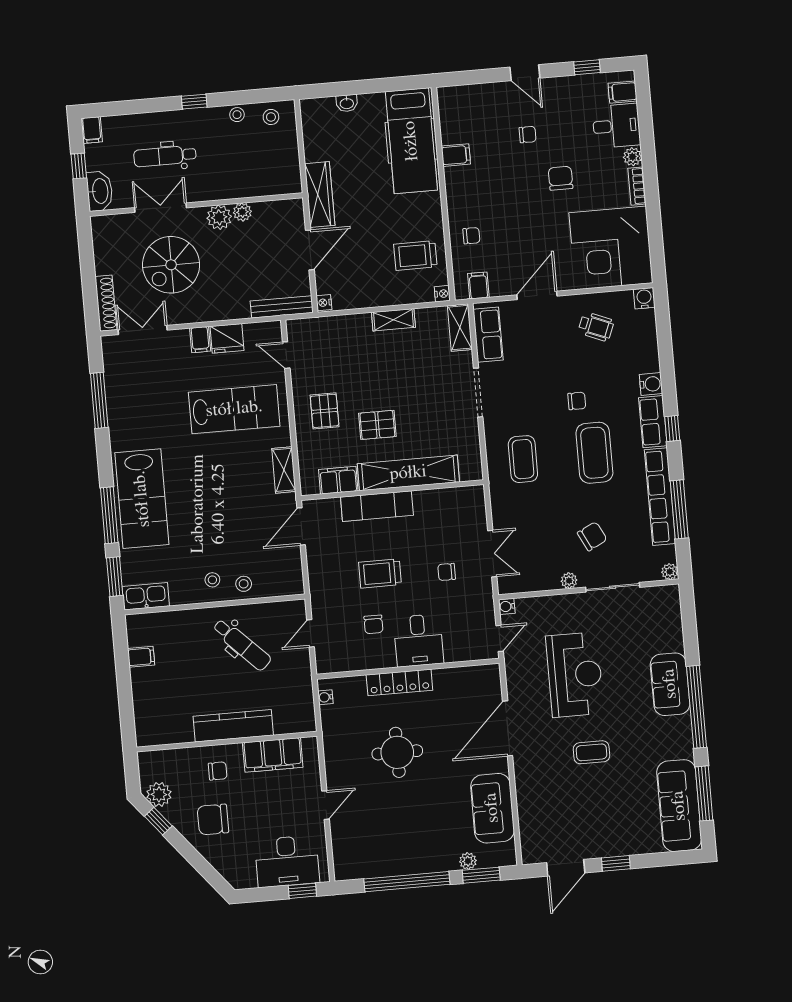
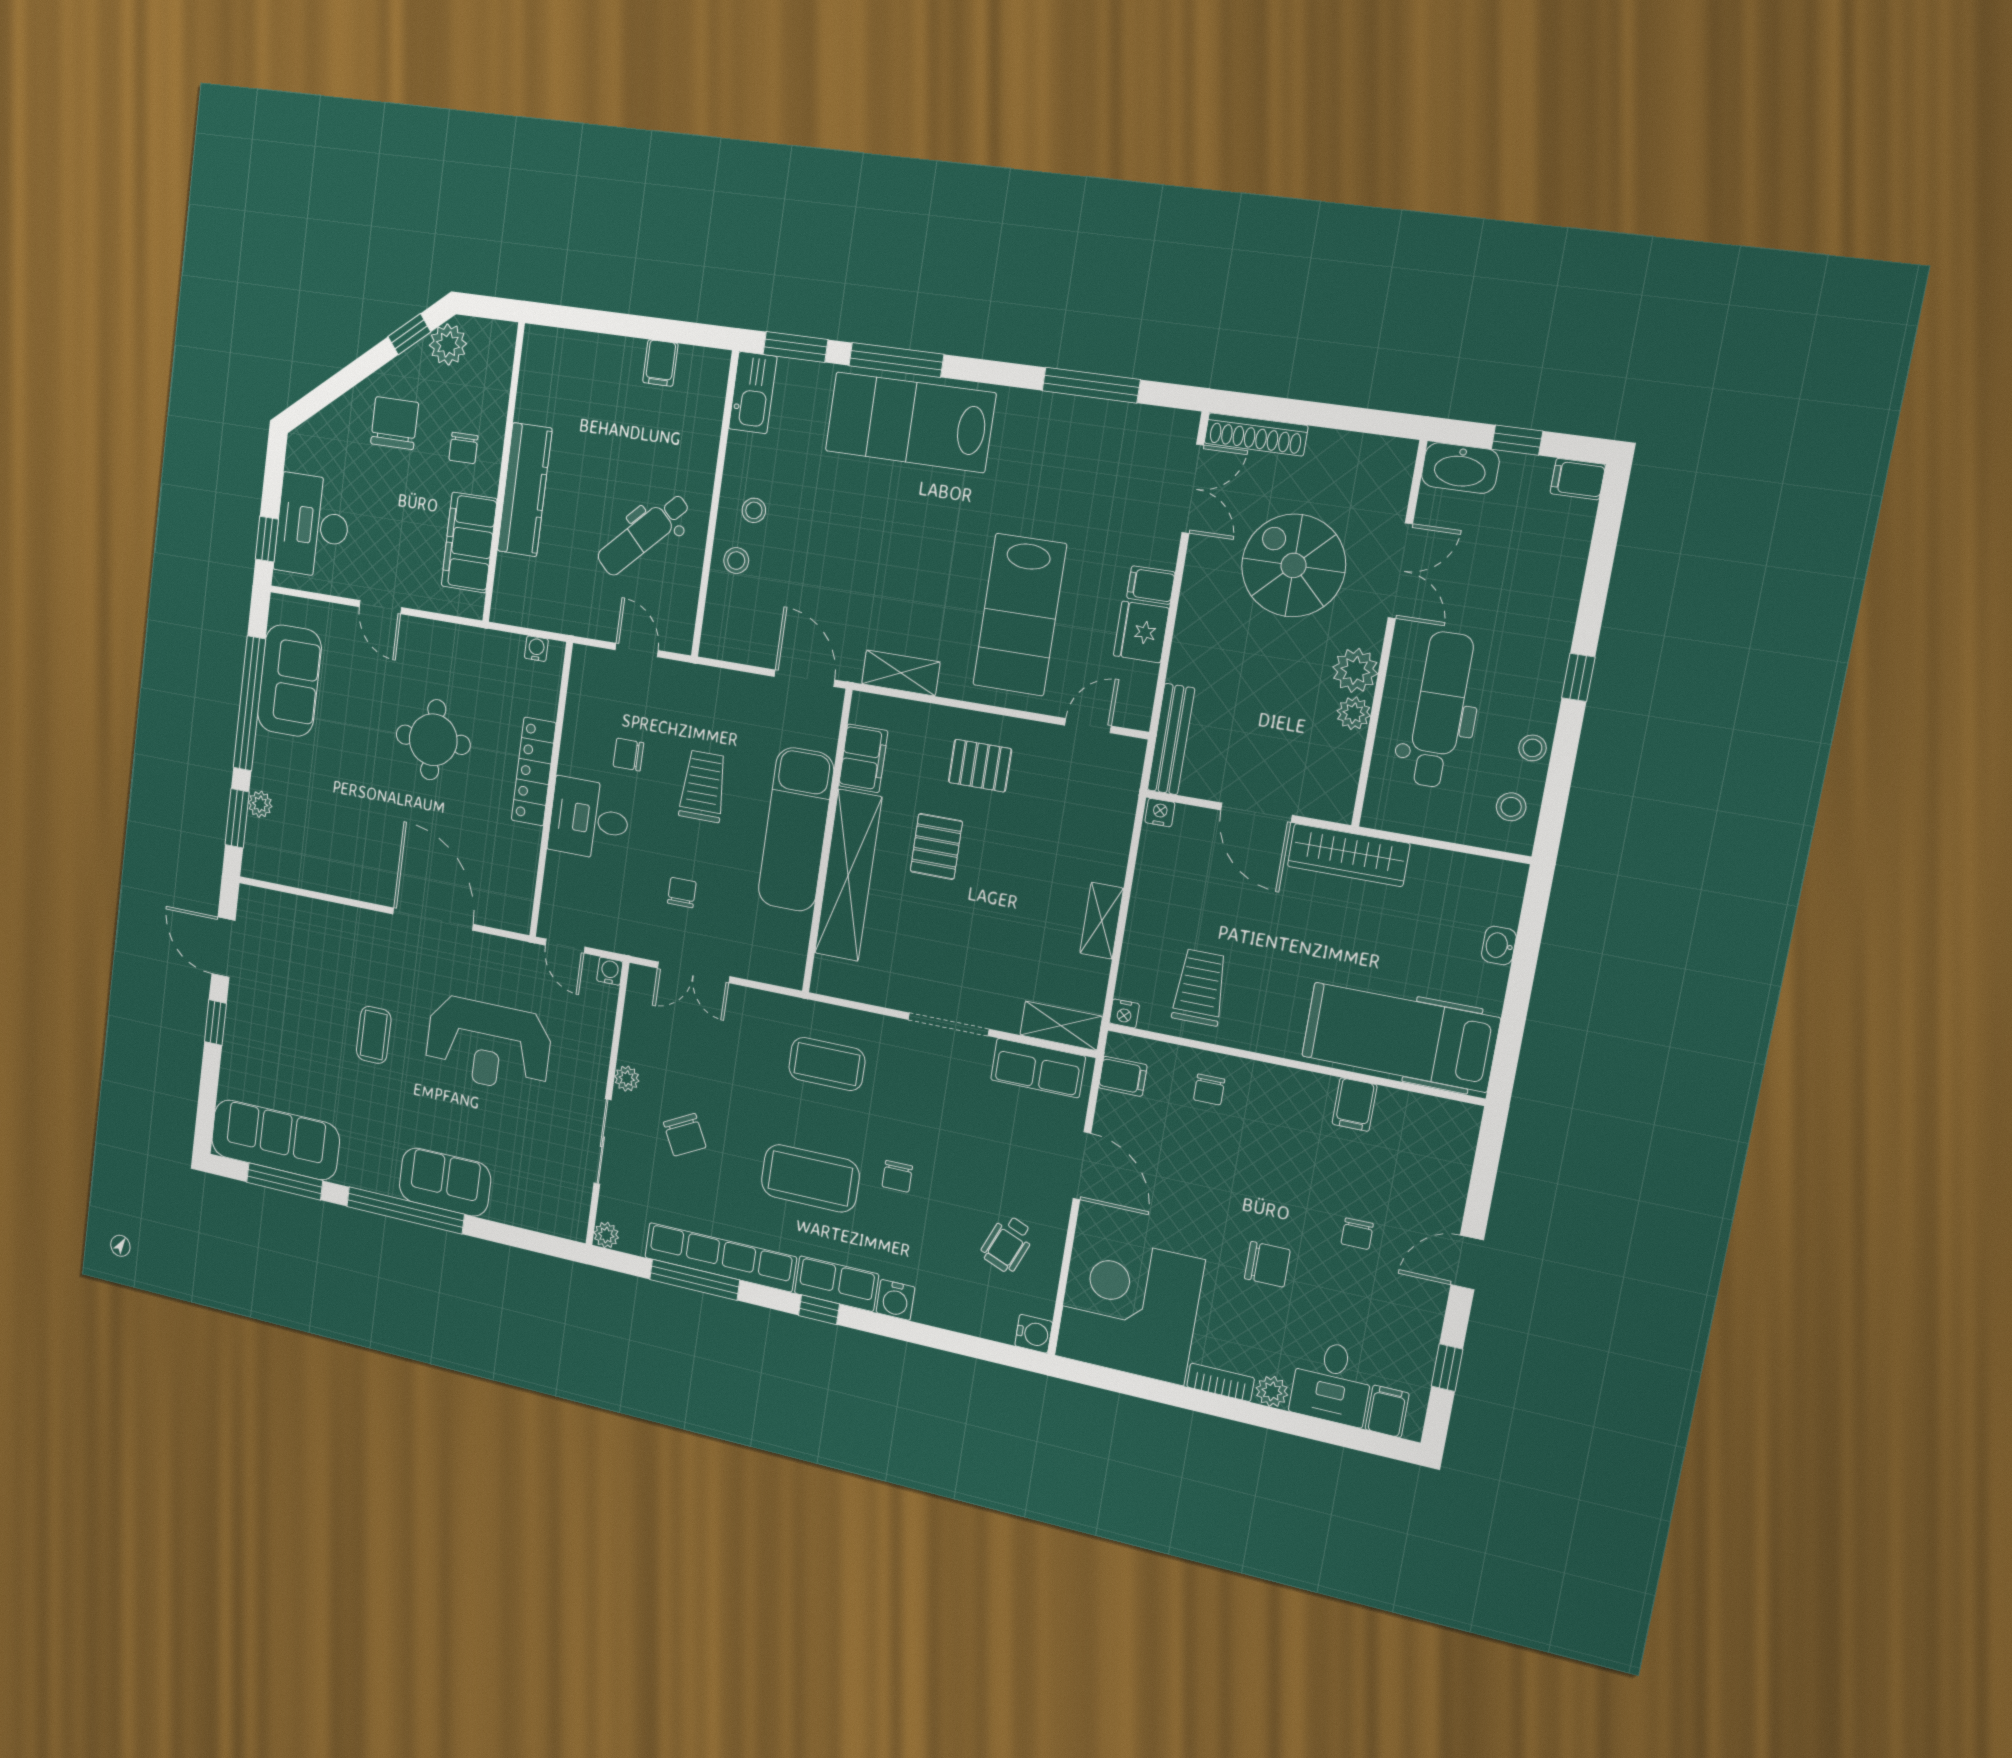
dental chair: (165, 156) -> (1440, 710), moved, width x1.36, depth x1.38
exam couch: (377, 506) -> (796, 830), width x1.36, depth x1.45
sofa: (492, 808) -> (289, 681), moved, turned 90

